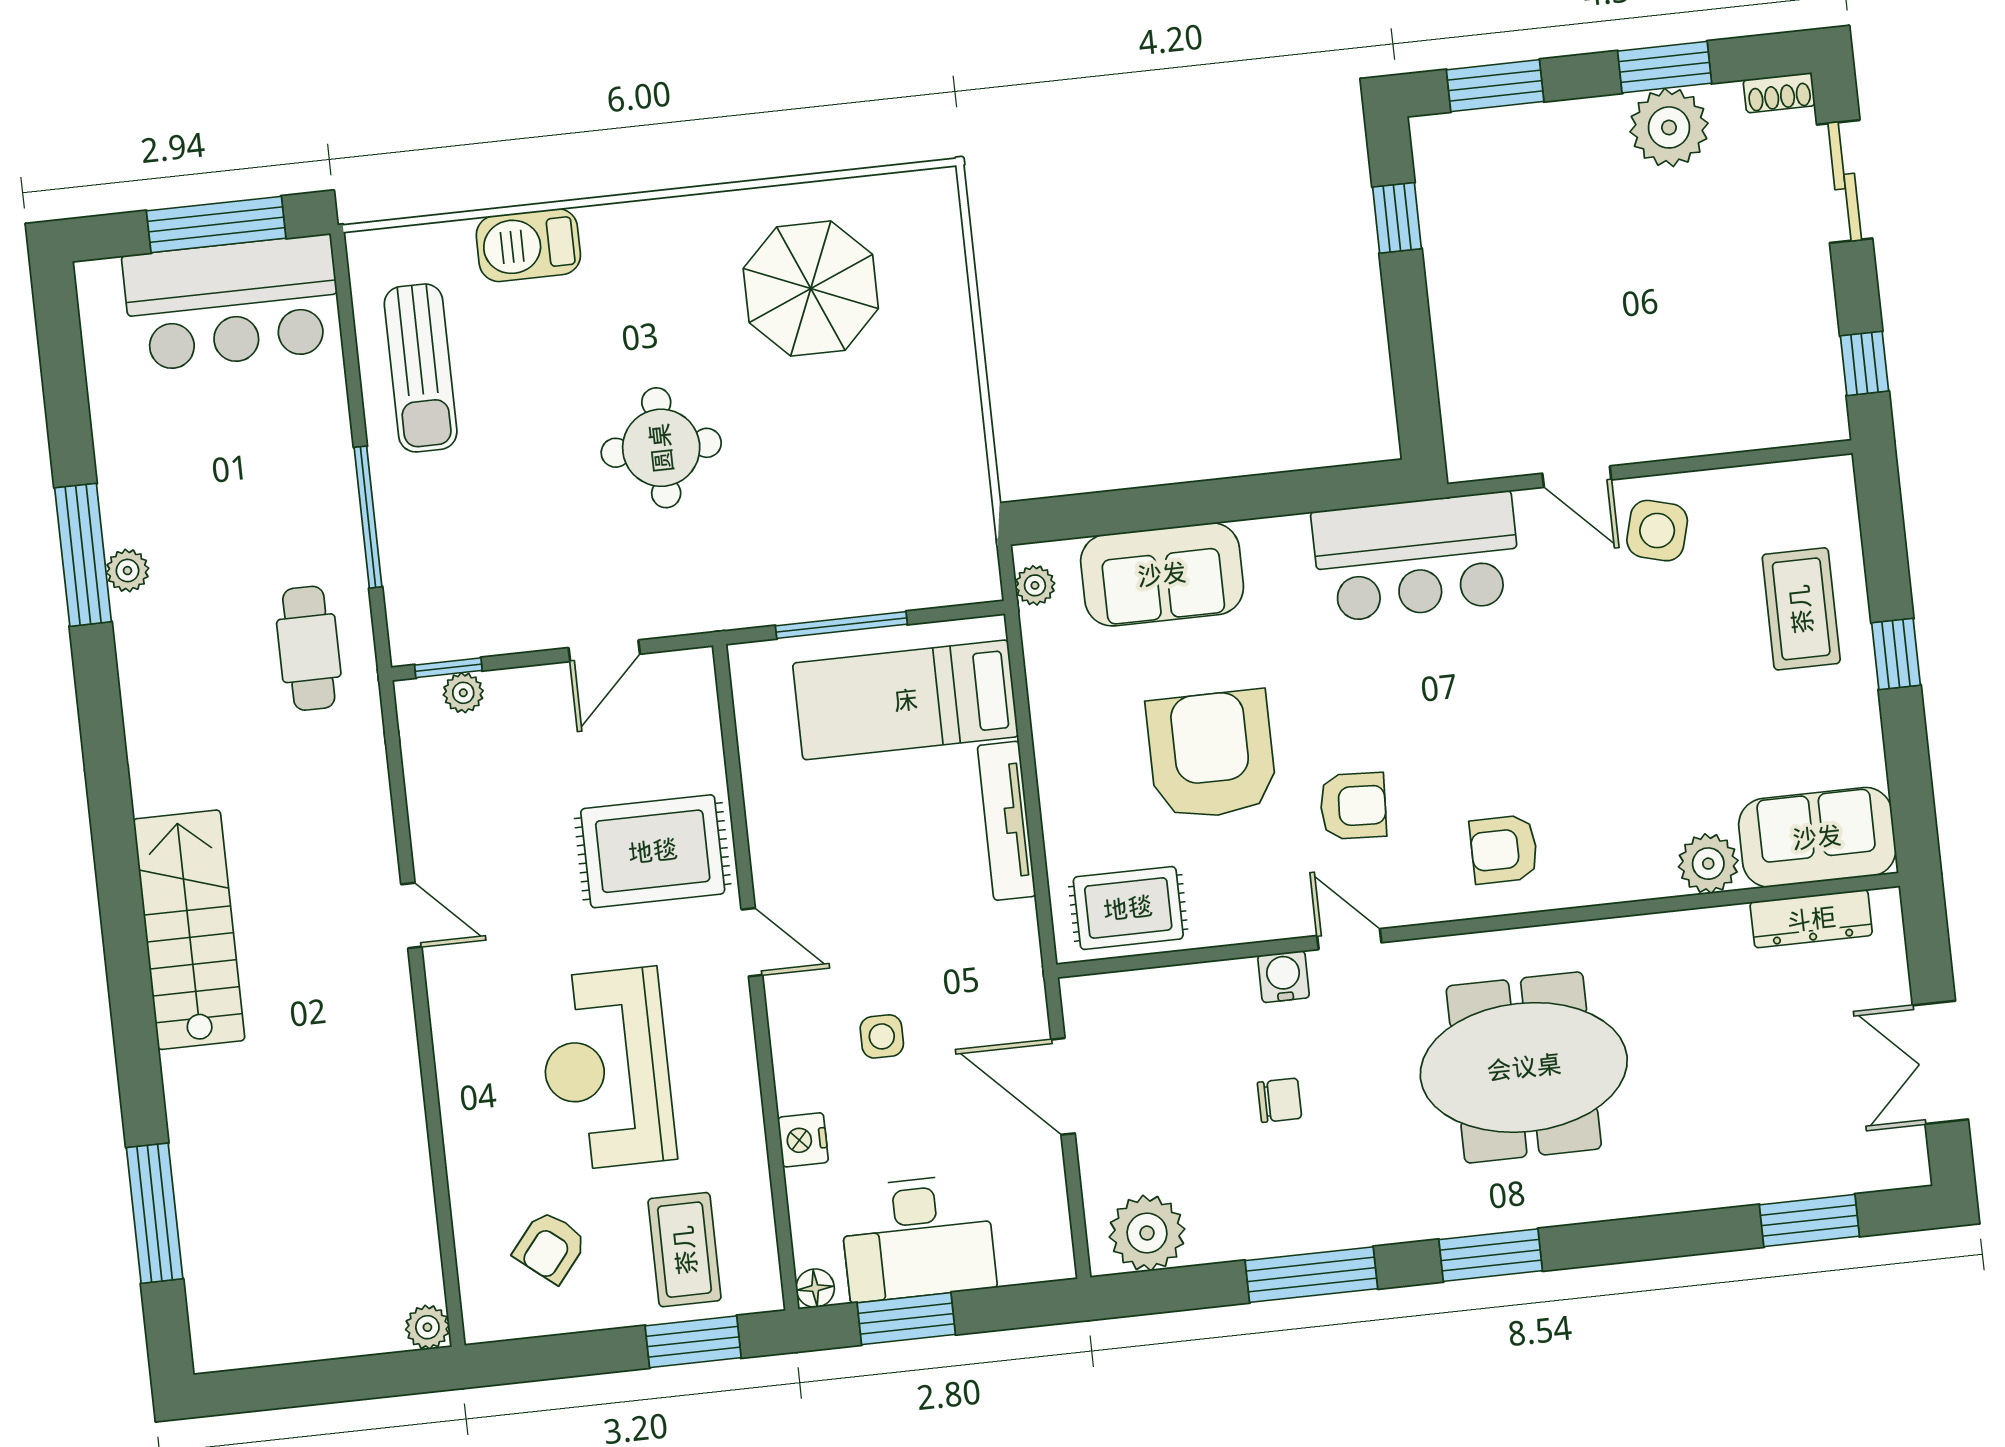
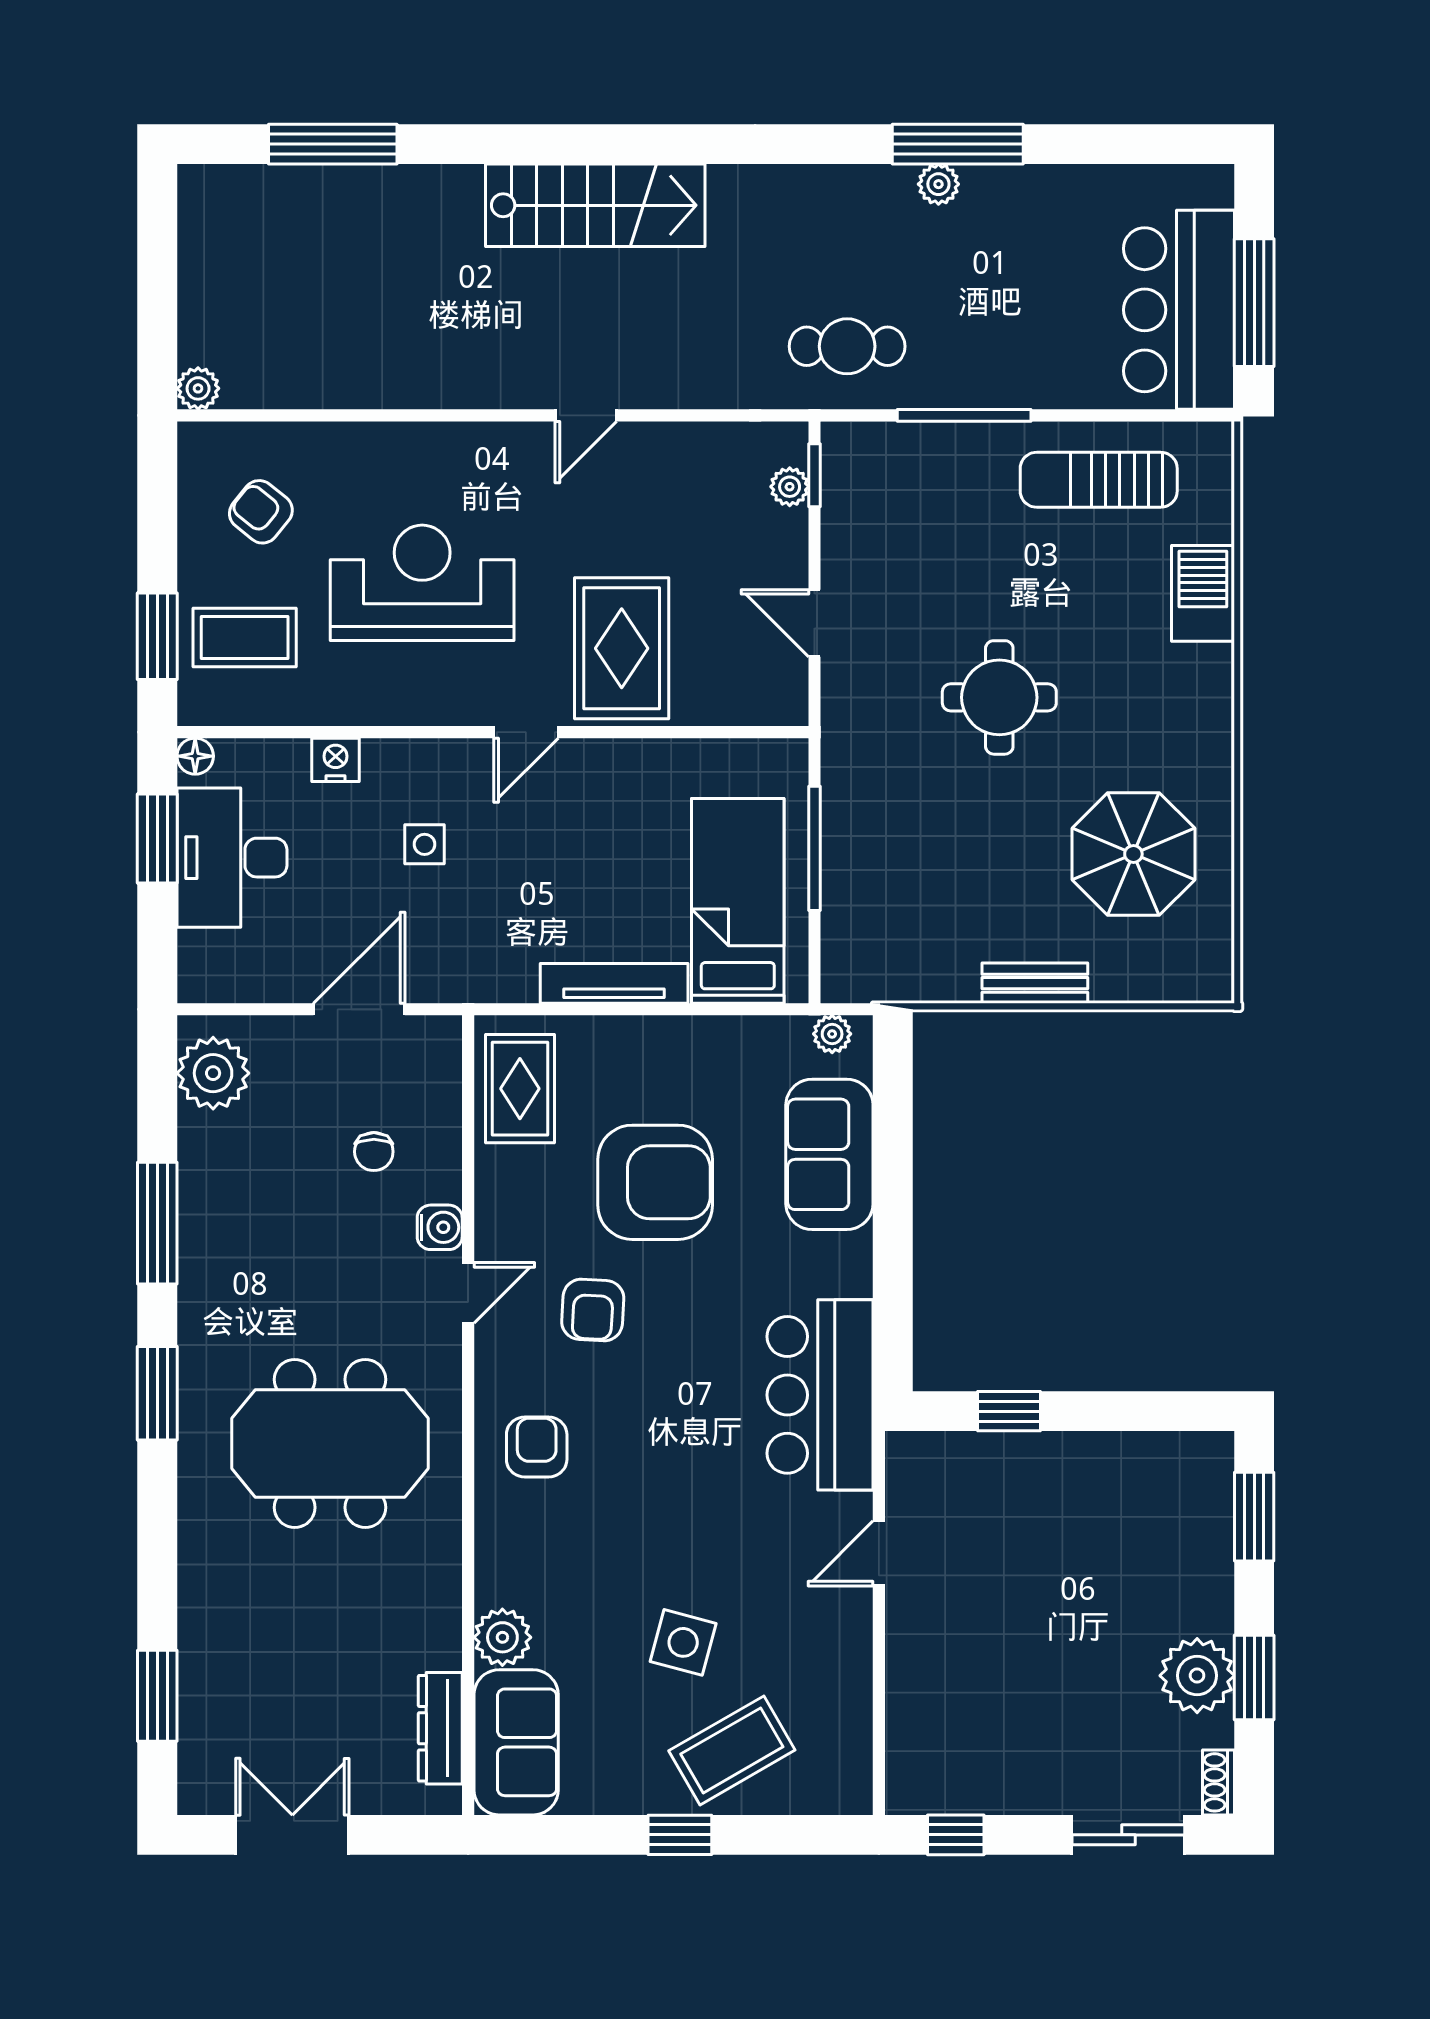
window: (1397, 218) -> (1009, 1411), moved
bench: (958, 378) -> (1035, 983), added
side table: (1657, 531) -> (683, 1642), moved
coffee table: (1801, 609) -> (732, 1750), turned -30
meeting table: (1524, 1067) -> (330, 1443), turned 90
chair: (1279, 1100) -> (374, 1152), moved

